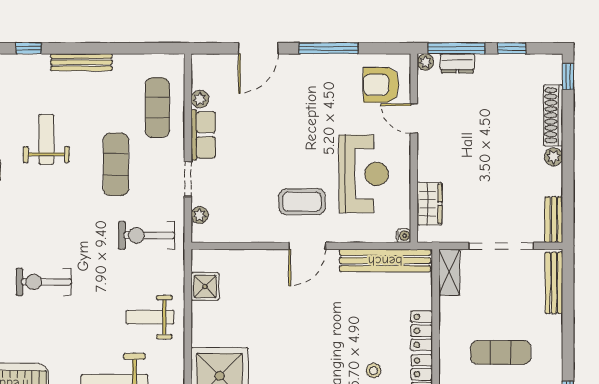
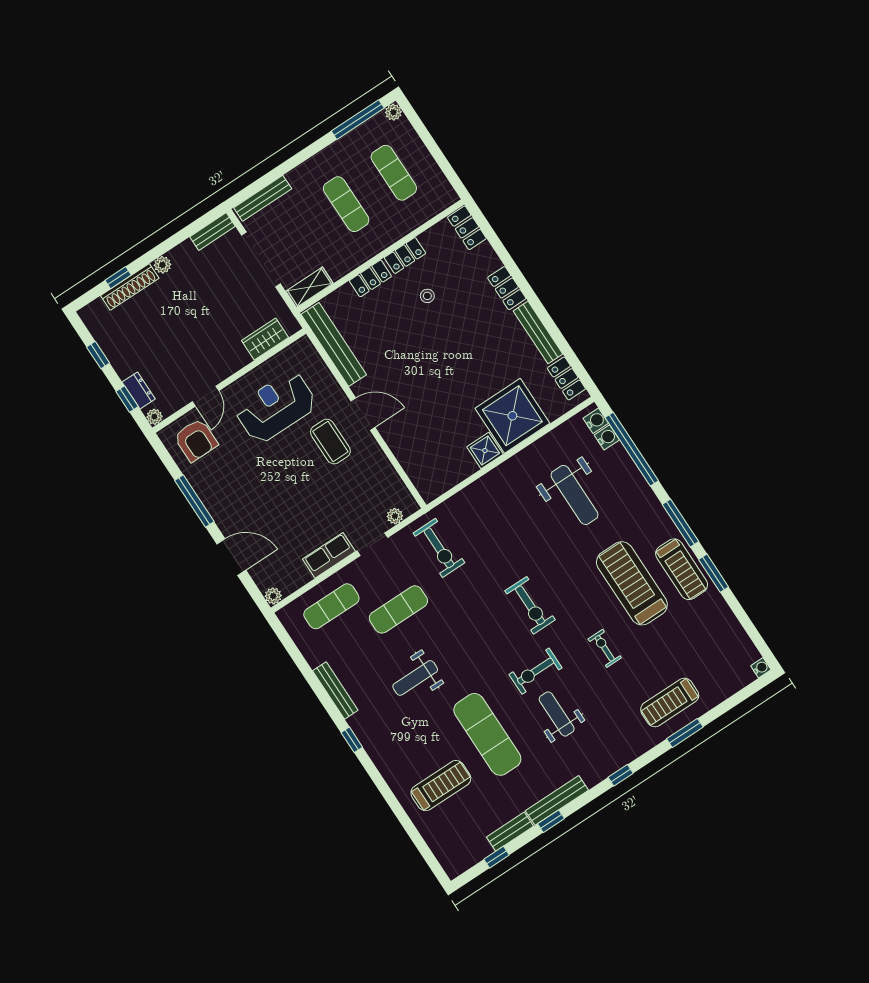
window: (457, 48) -> (127, 399), width x0.46
window: (568, 77) -> (118, 278), moved
plant: (200, 99) -> (273, 596), moved
water cooler: (404, 236) -> (304, 343), removed
shower: (205, 286) -> (485, 450), moved
weight bench: (150, 317) -> (502, 502), removed

